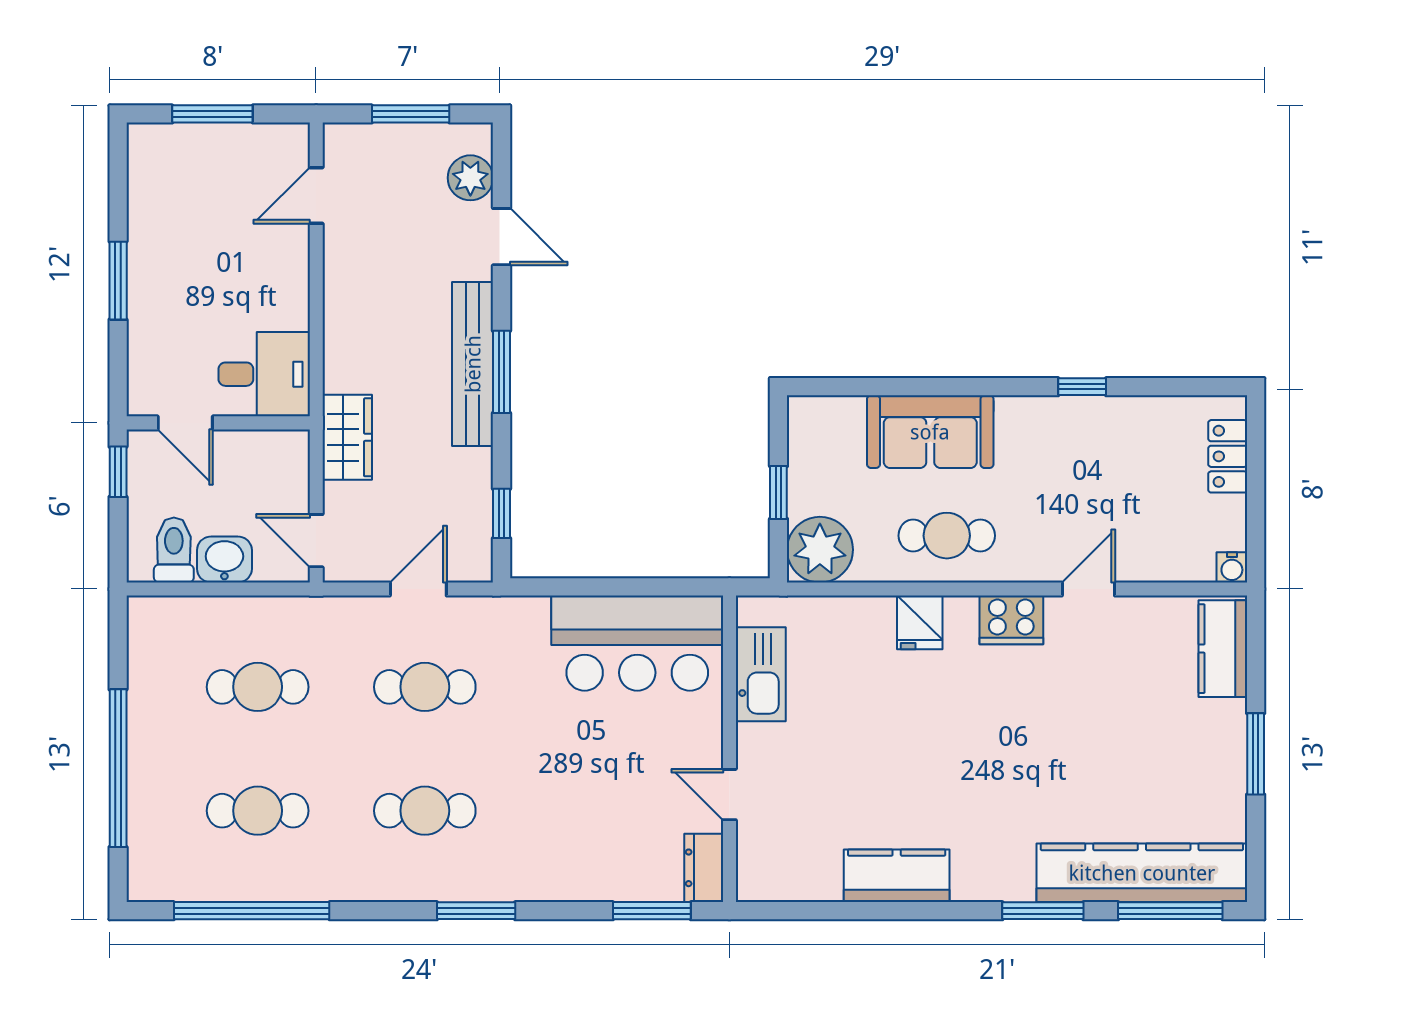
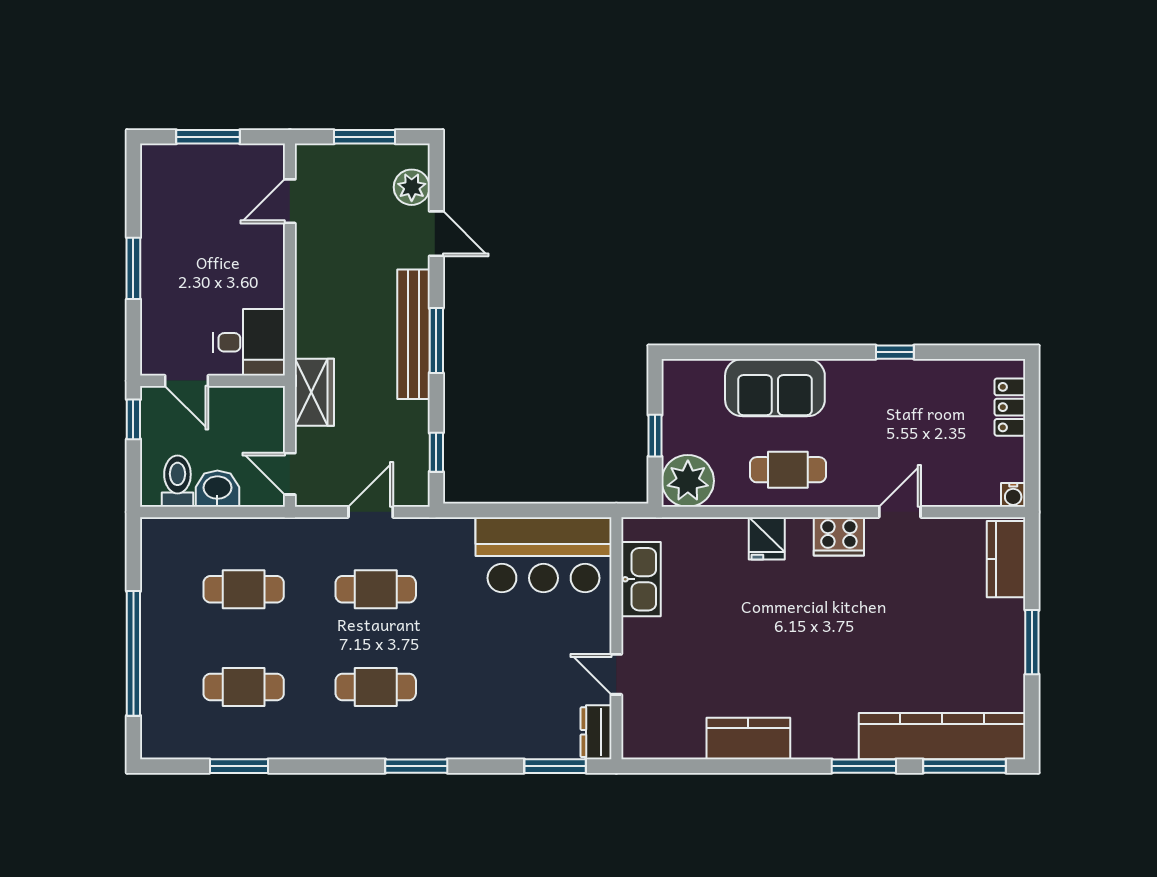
window: (252, 911) -> (239, 766), width x0.47

